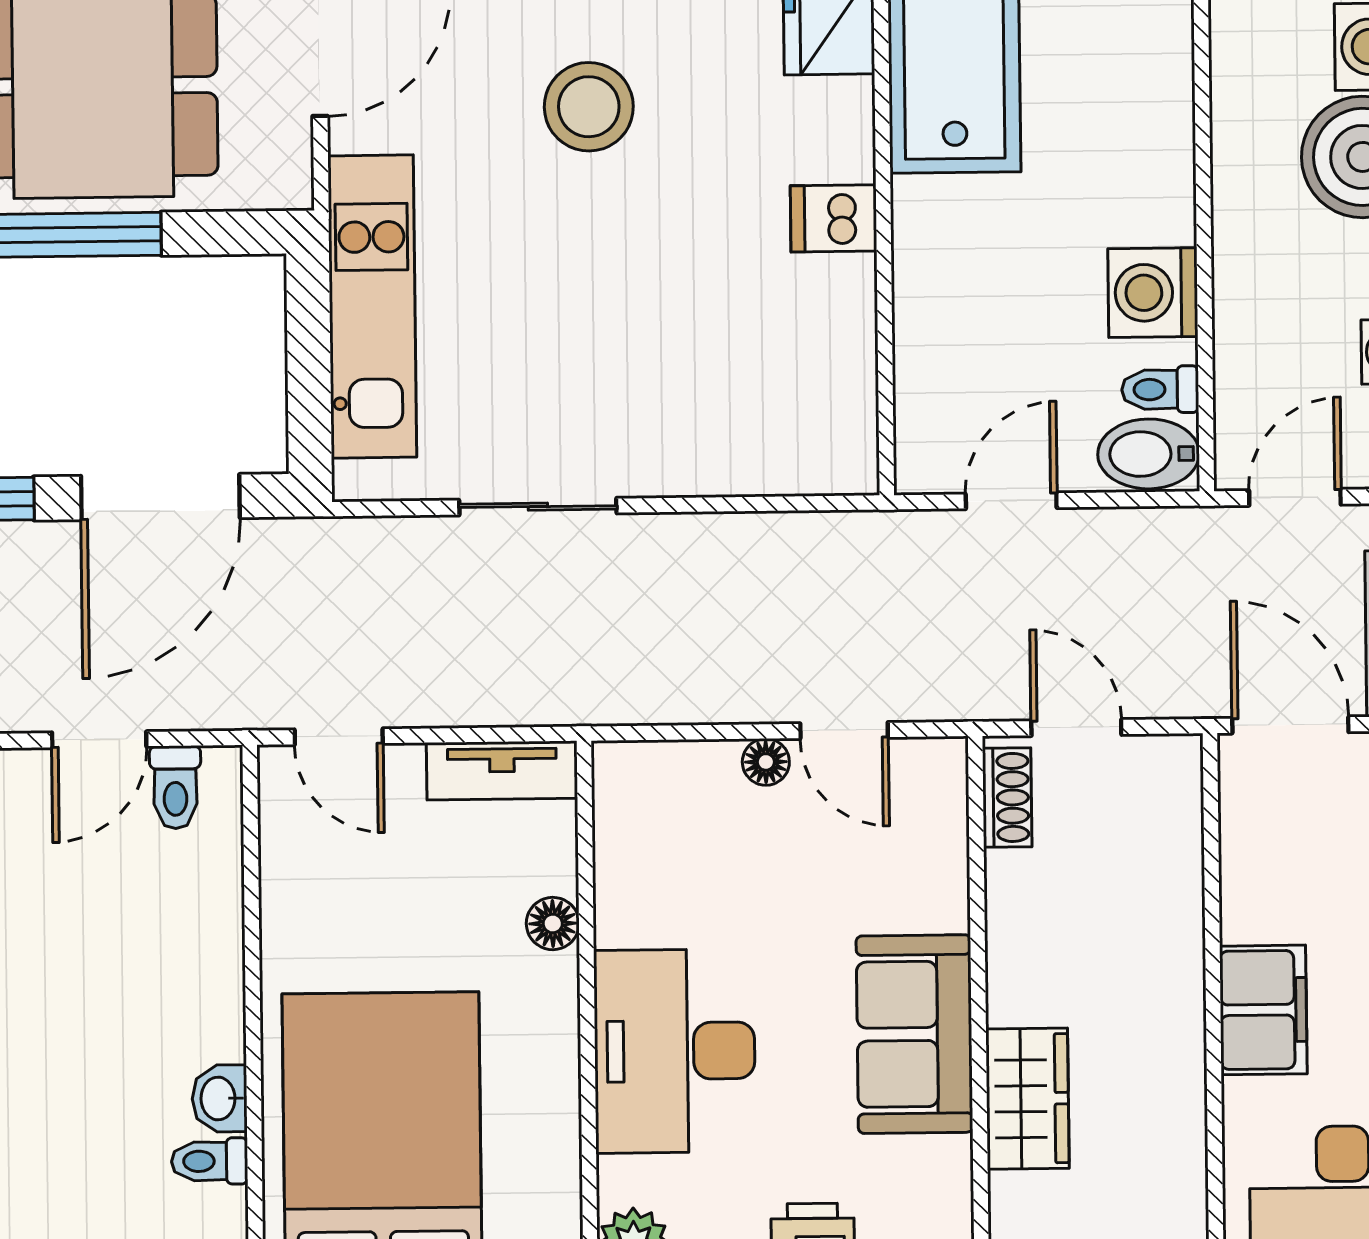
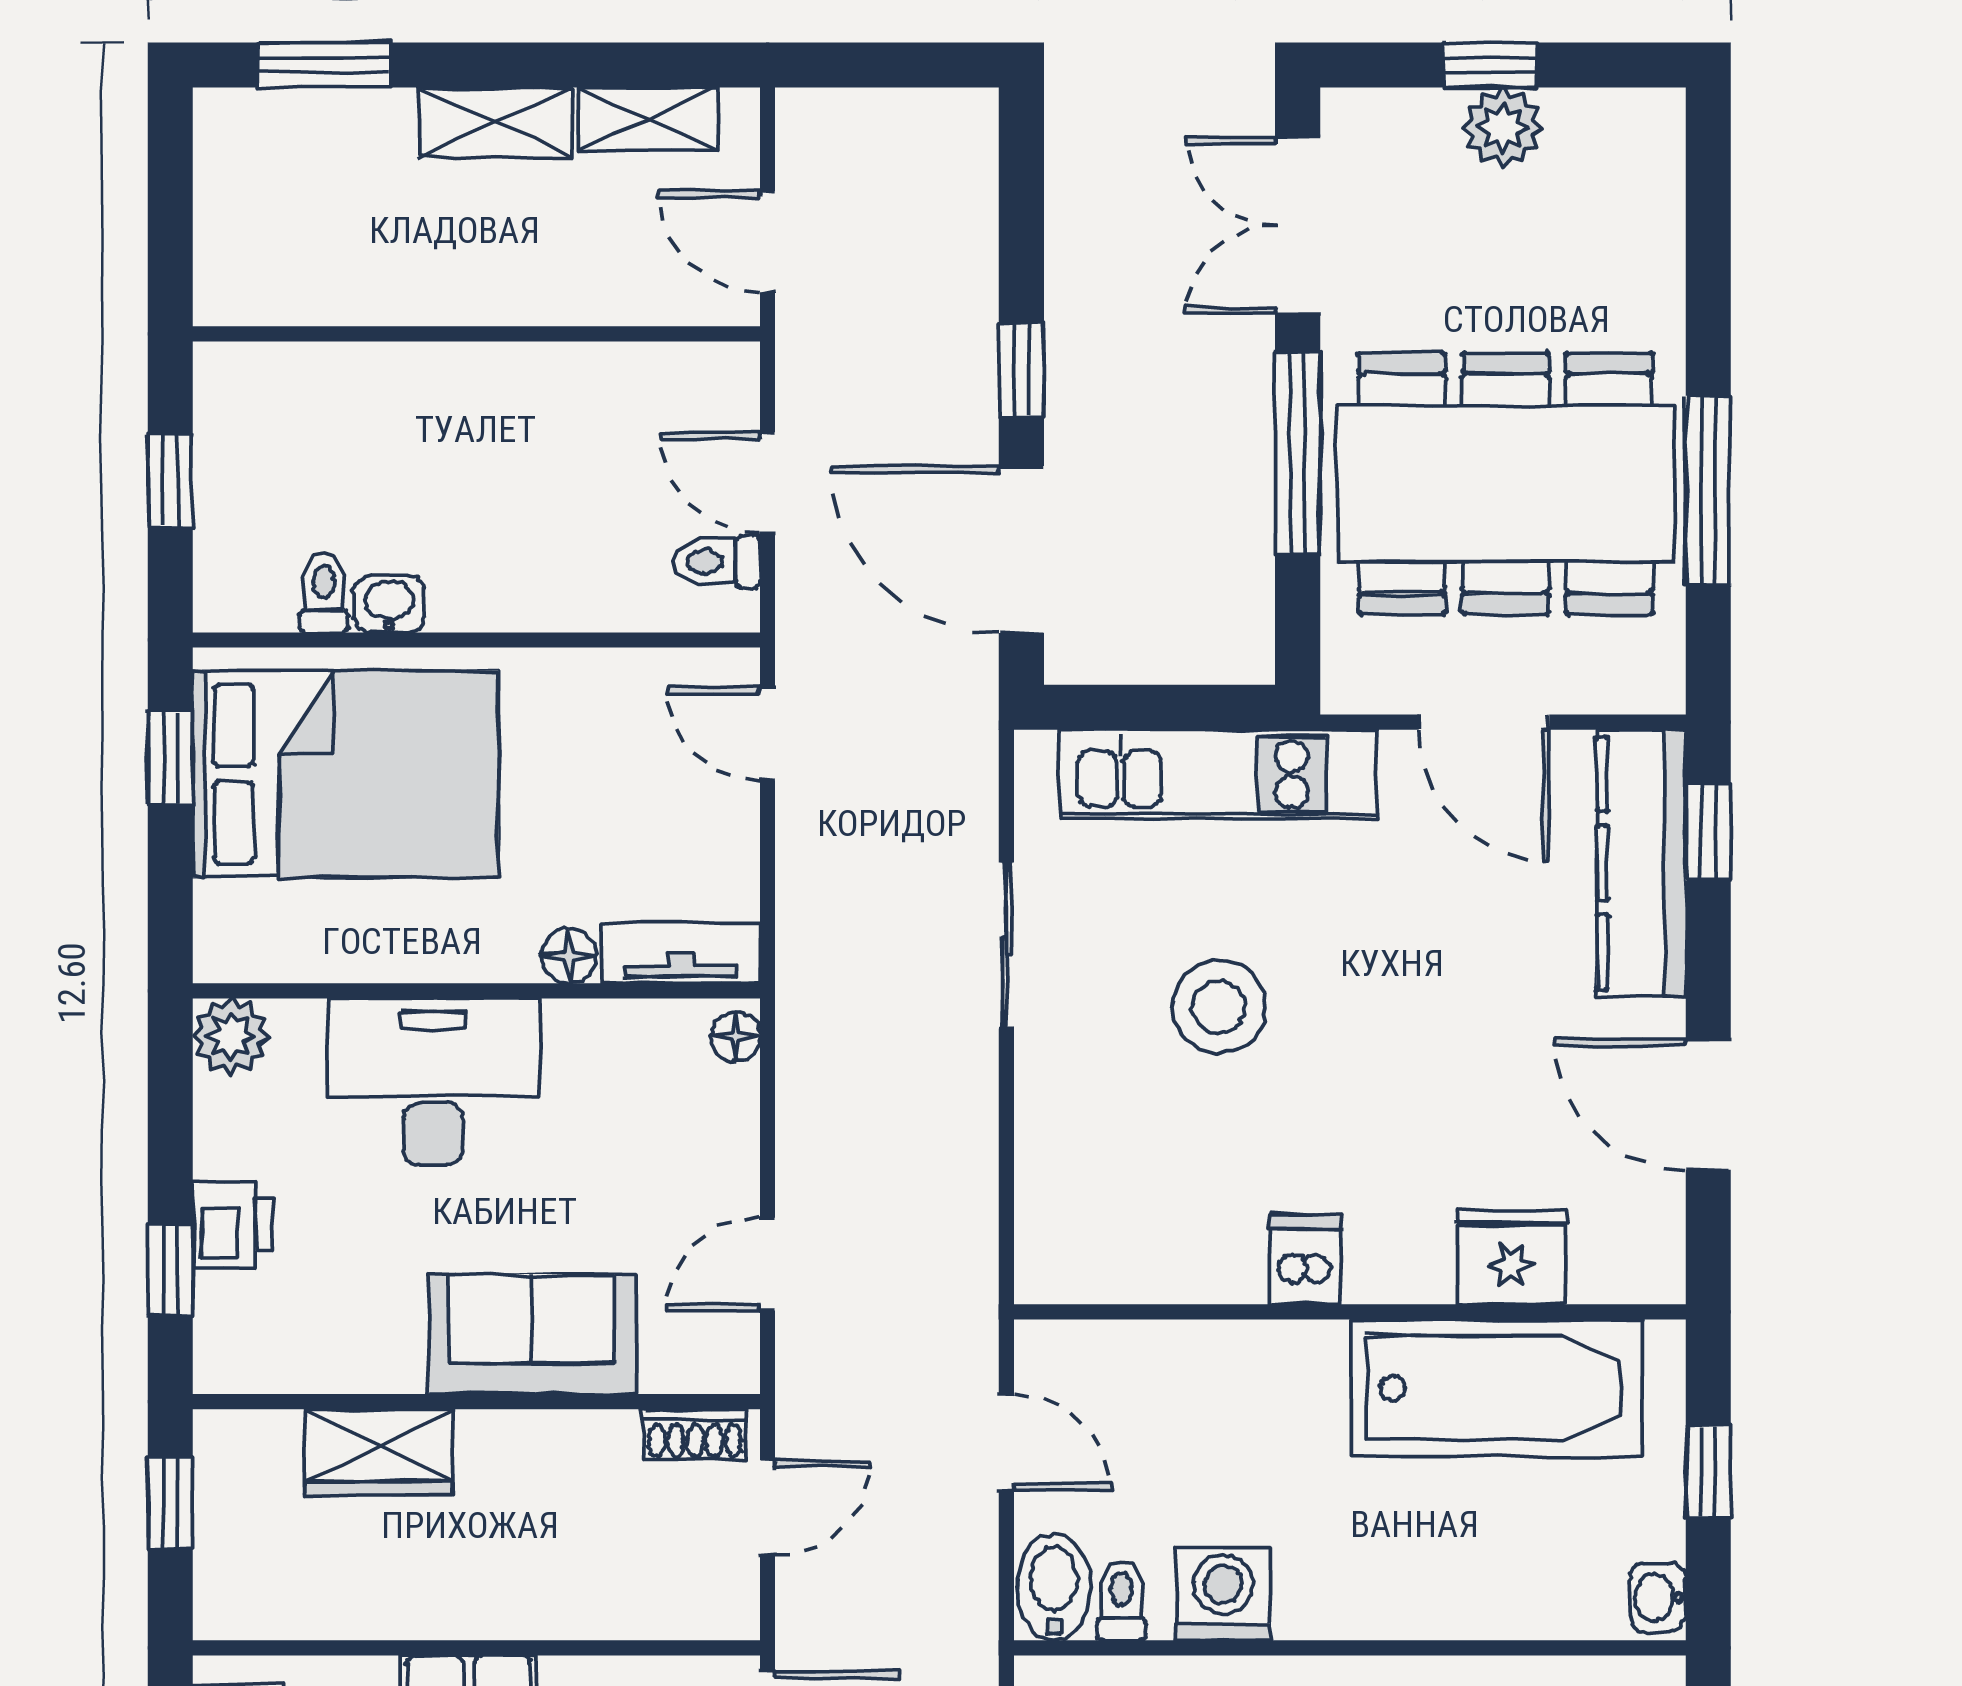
stool: (589, 107) -> (1219, 1007), moved
door: (339, 737) -> (768, 734), hinge flipped
floor lamp: (766, 762) -> (735, 1037), moved
tv unit: (502, 770) -> (681, 953), moved, turned 90
sofa: (915, 1034) -> (532, 1334), moved

